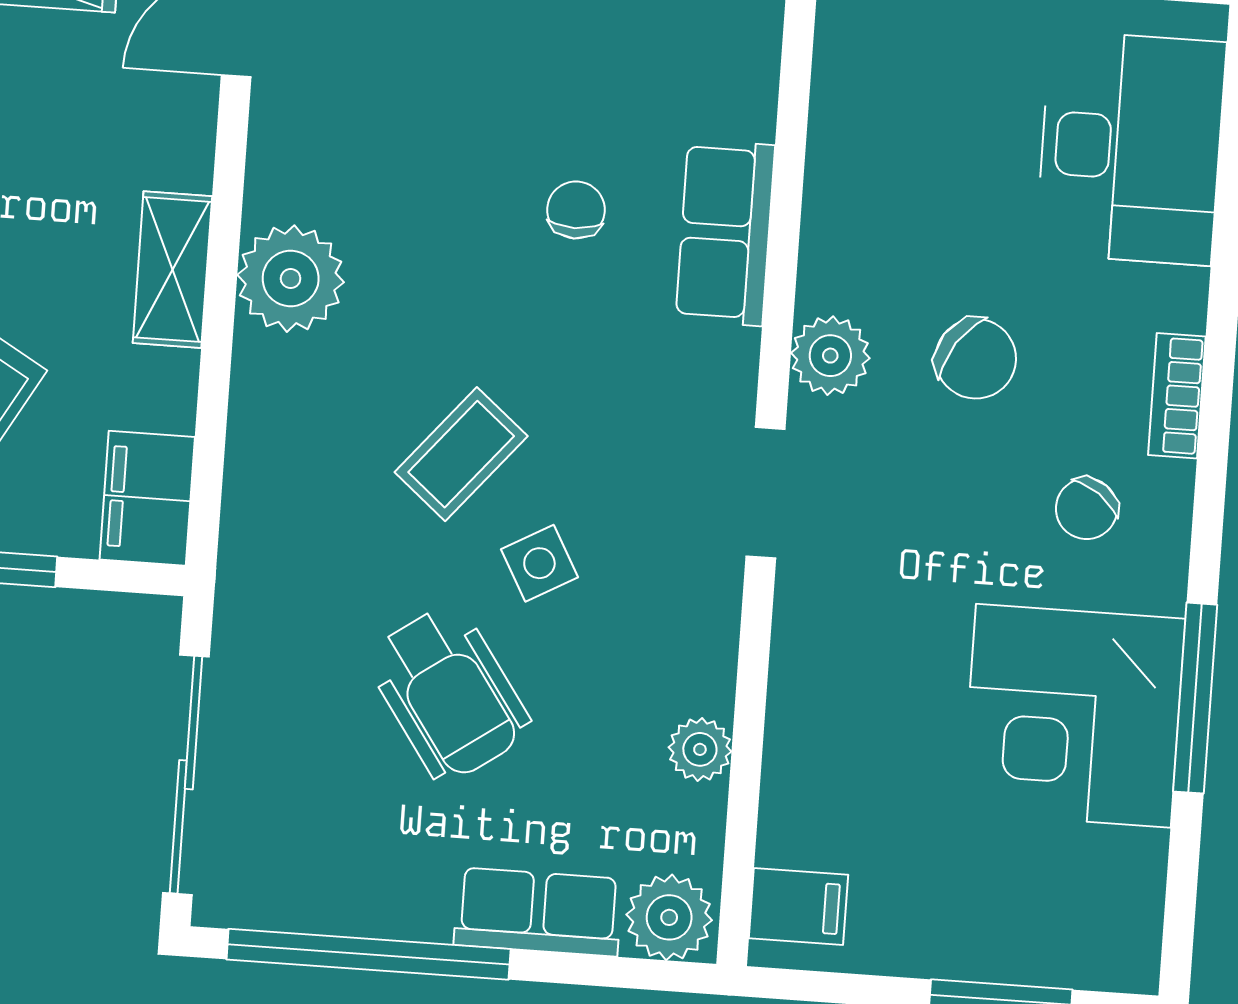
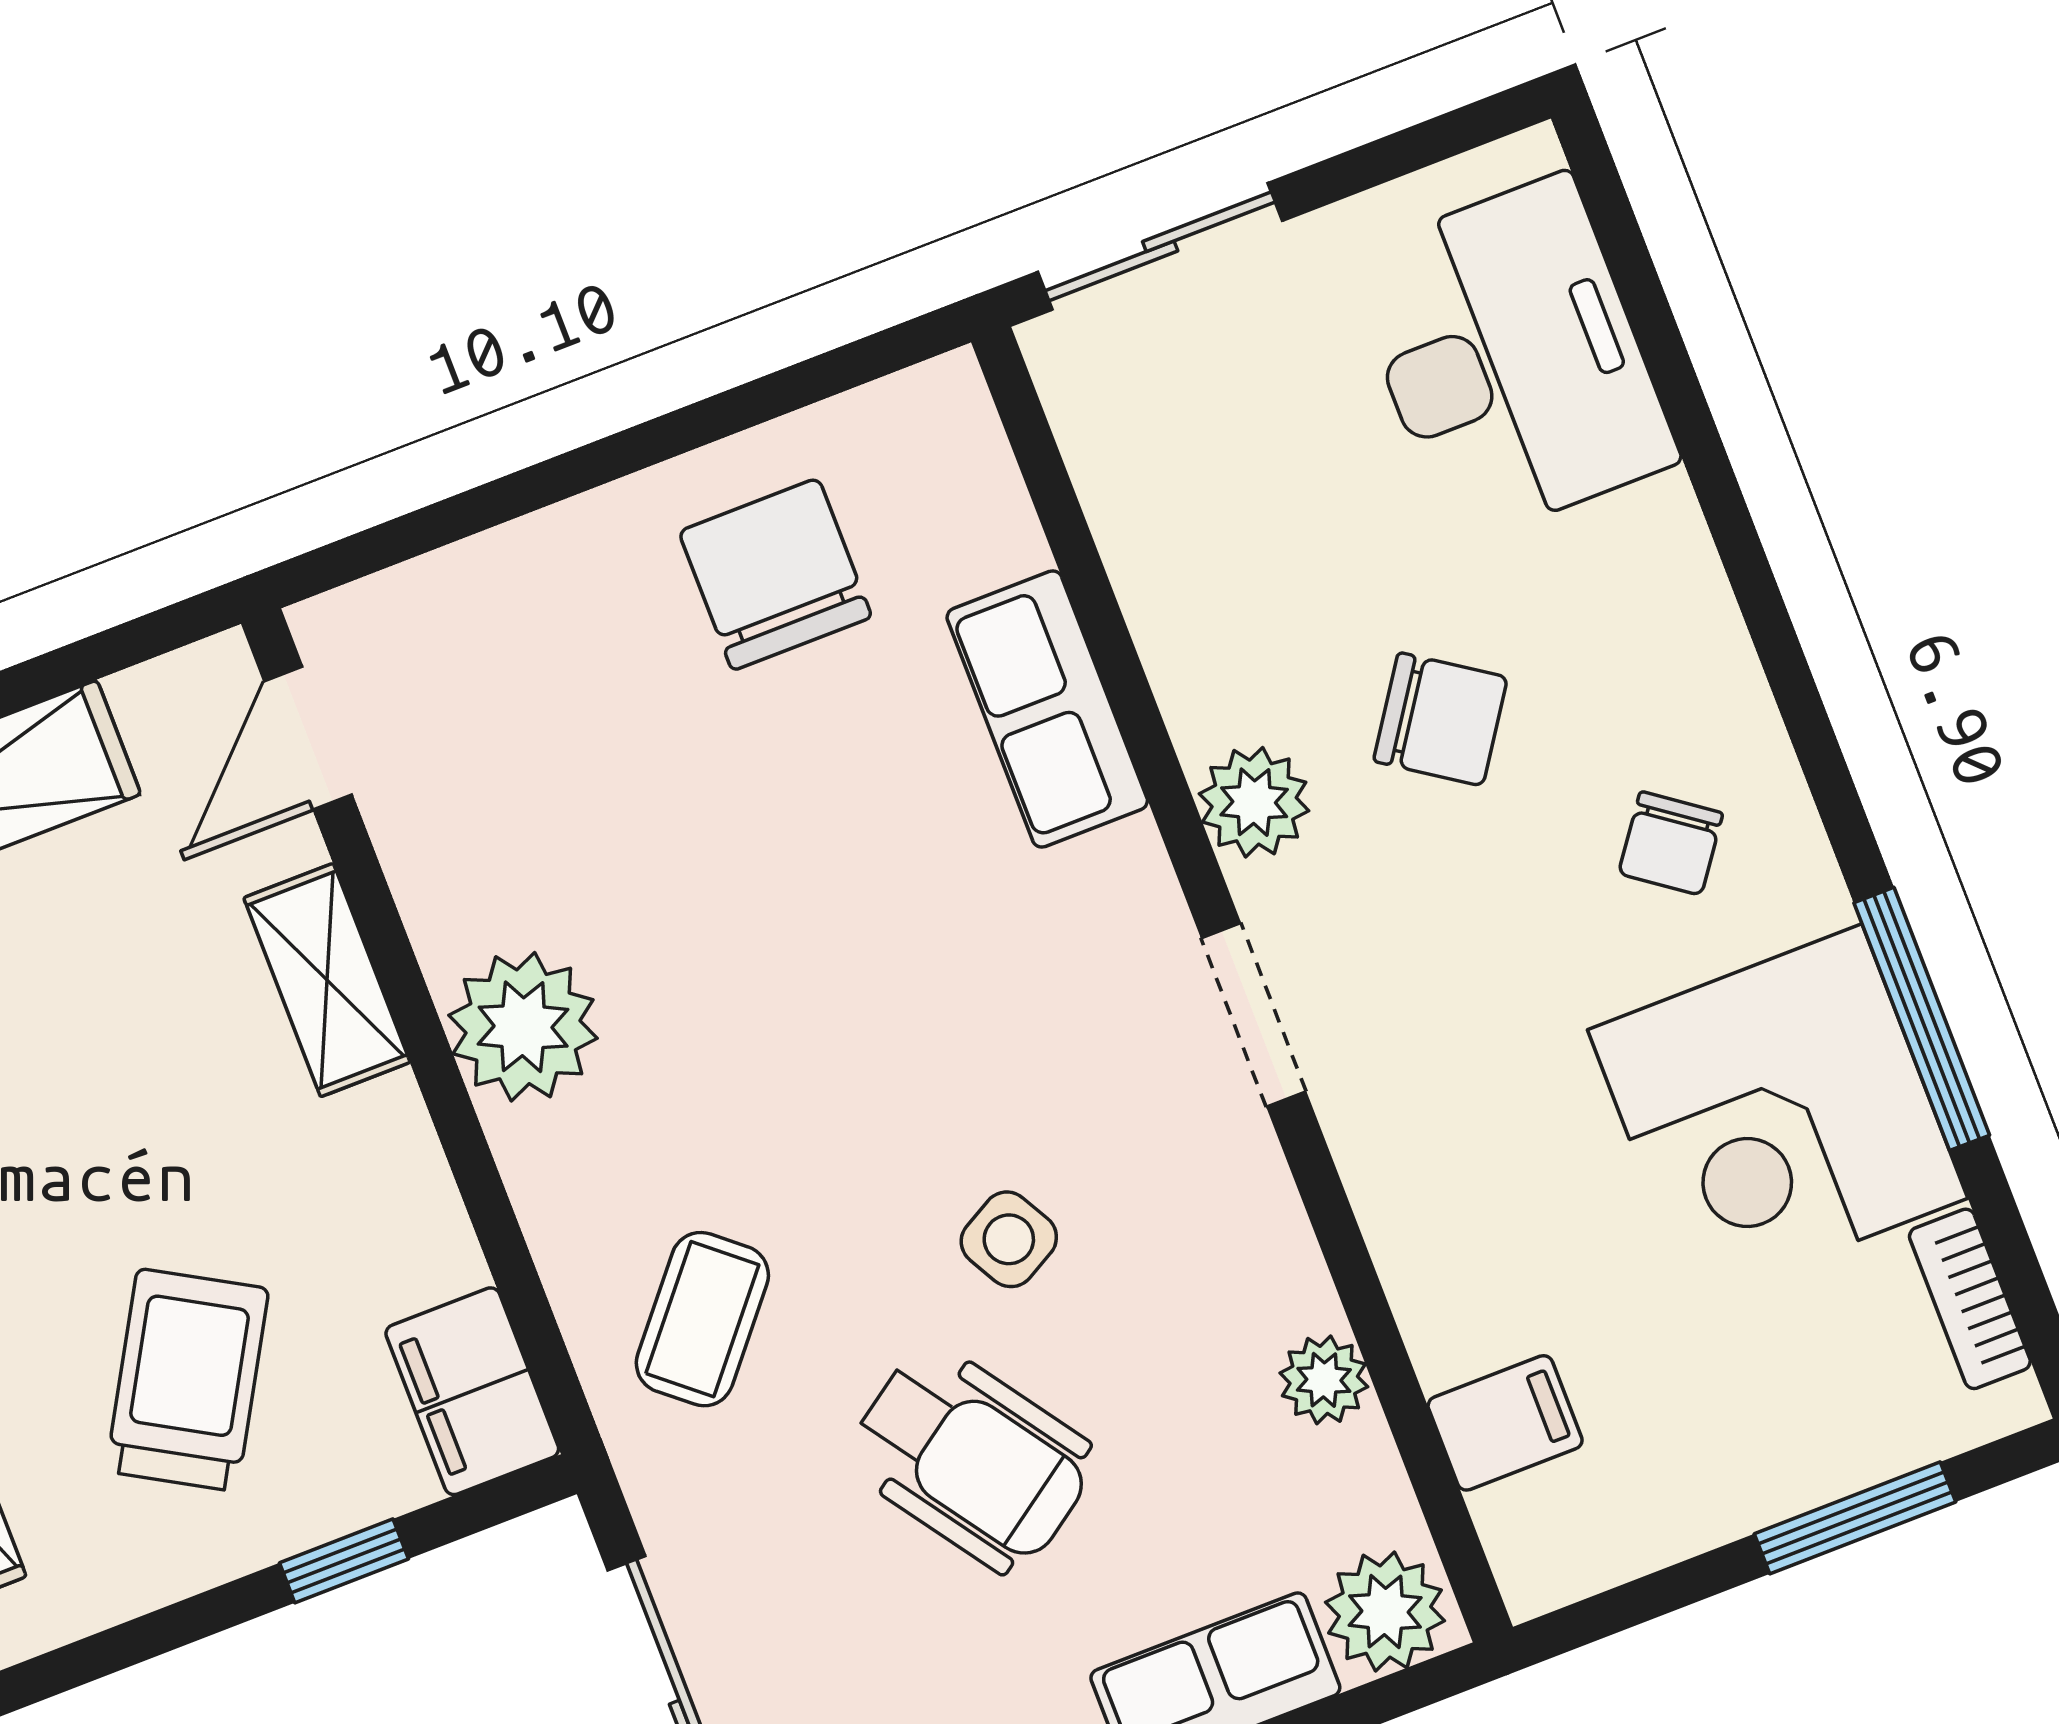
chair: (576, 210) -> (775, 574), moved, width x1.87, depth x1.87
shelving: (172, 270) -> (327, 980), moved
bookcase: (1177, 396) -> (1970, 1299), moved
coffee table: (461, 454) -> (702, 1319), moved
filing cabinet: (798, 906) -> (1505, 1423), moved

